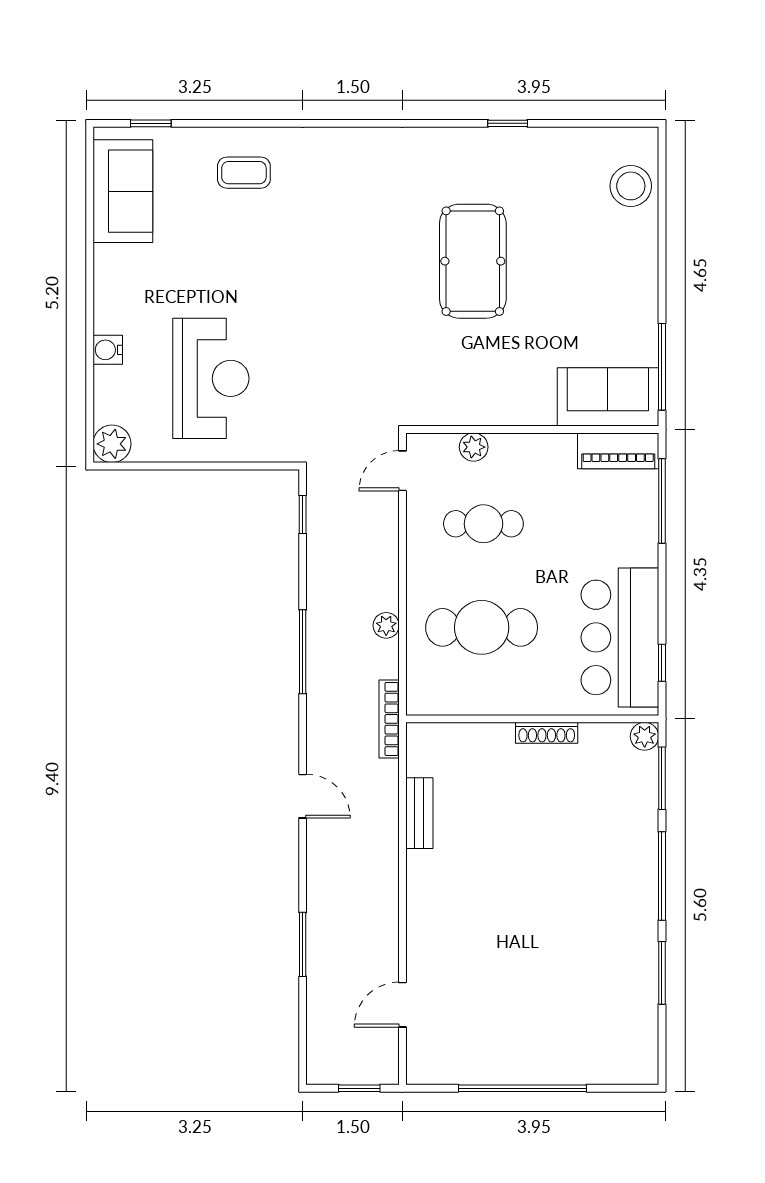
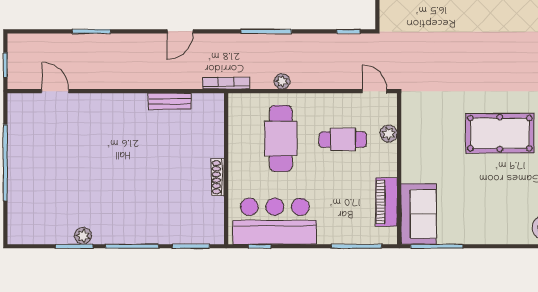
piano: (618, 451) -> (386, 202), moved
cafe table: (483, 524) -> (343, 140), turned 90
plant: (645, 736) -> (83, 236), moved

